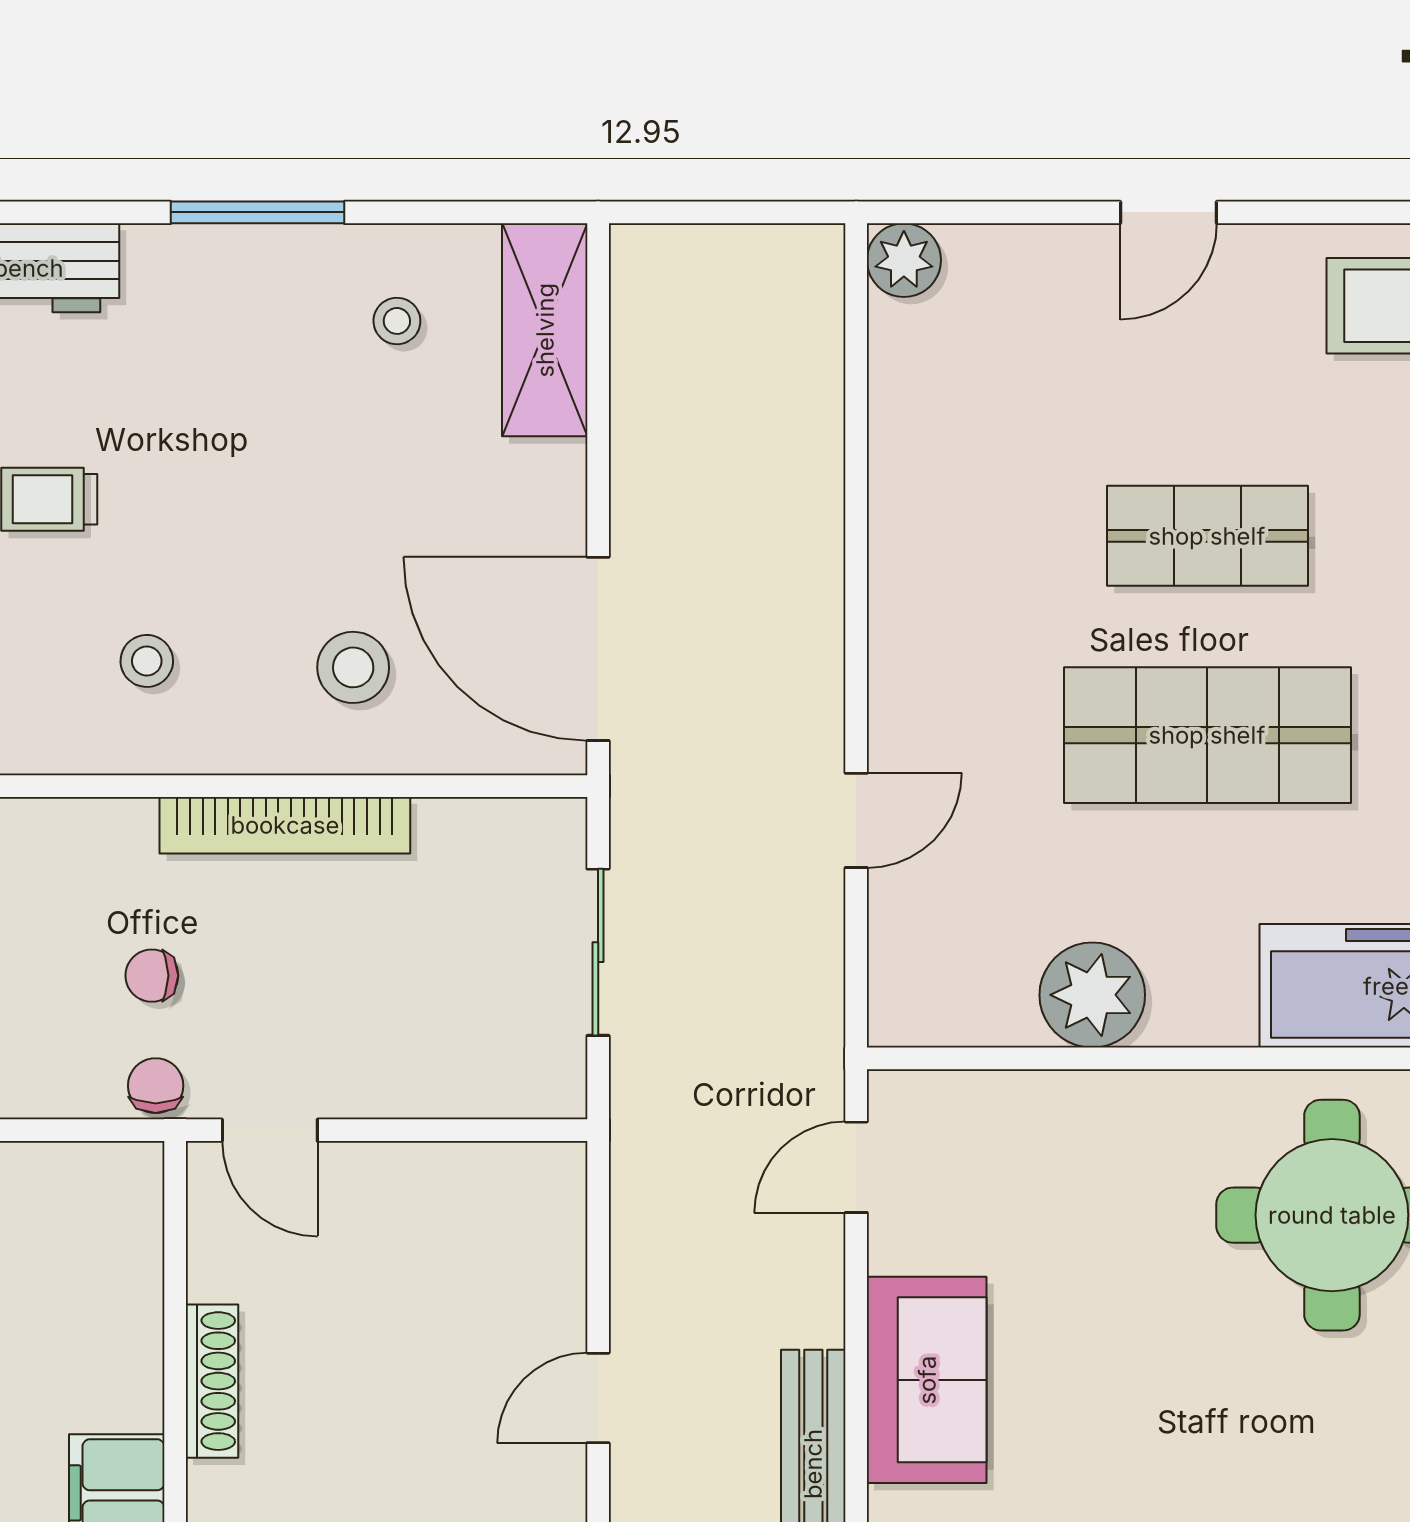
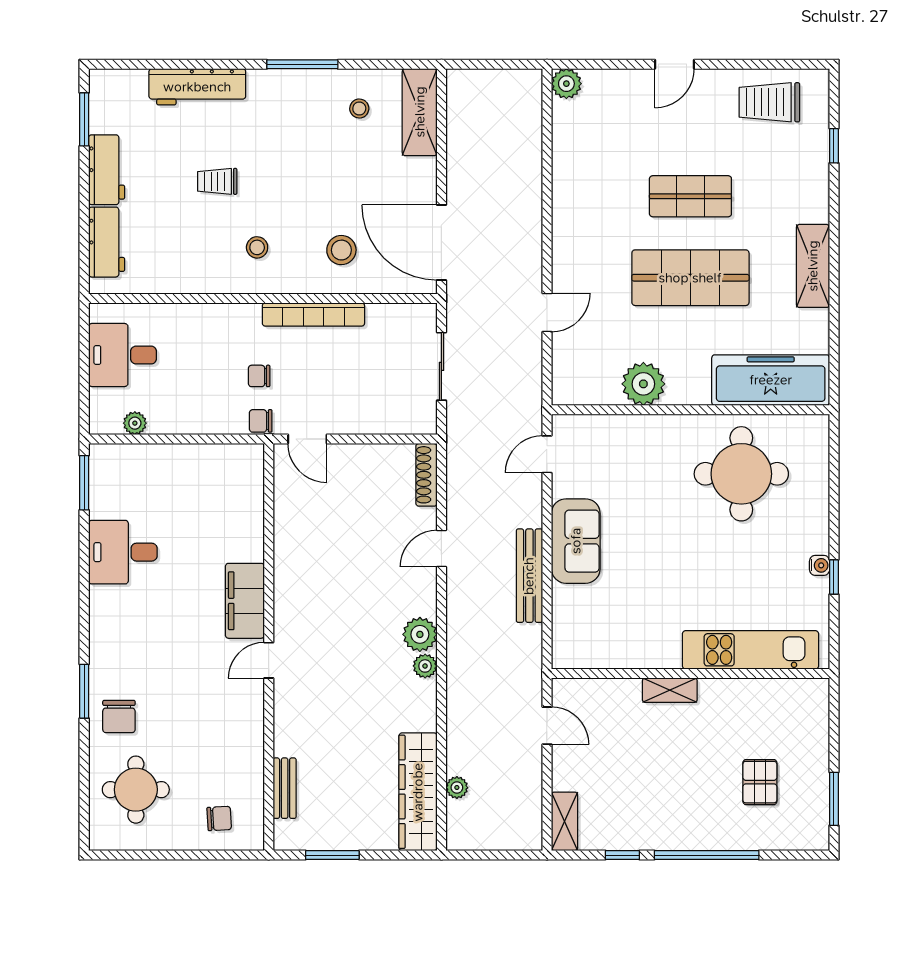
chair: (156, 1086) -> (261, 421), turned -90
shoe rack: (212, 1381) -> (426, 475), moved, turned 180

